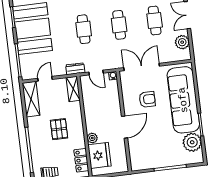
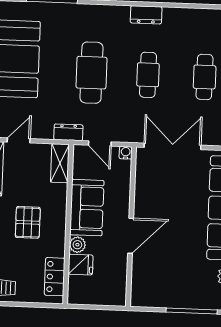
cafe table: (84, 29) -> (91, 73), width x1.37, depth x1.35
armchair: (147, 99) -> (173, 198), removed
sofa: (94, 114) -> (87, 208), added
fridge: (99, 155) -> (81, 265), width x0.53, depth x0.75

